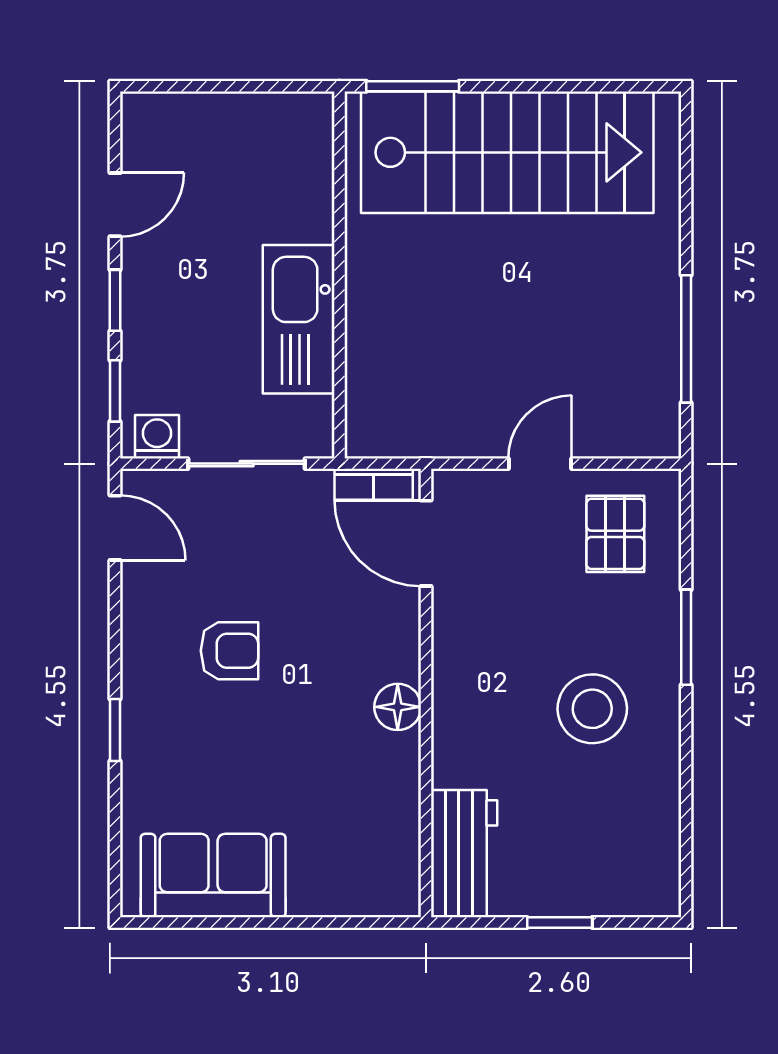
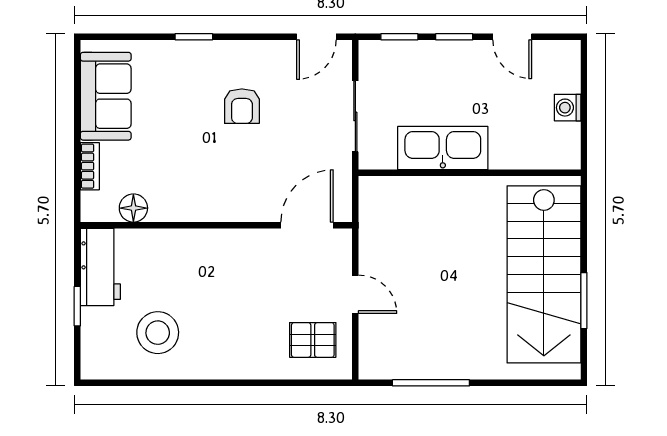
window: (413, 86) -> (584, 301), moved
washing machine: (157, 437) -> (568, 108), moved, turned 180
bookcase: (374, 484) -> (90, 166), moved, turned 180
window: (686, 637) -> (250, 383), removed
floor lamp: (398, 707) -> (133, 208), moved
stool: (592, 709) -> (158, 333), moved
workbench: (464, 854) -> (100, 267), moved, turned -90

